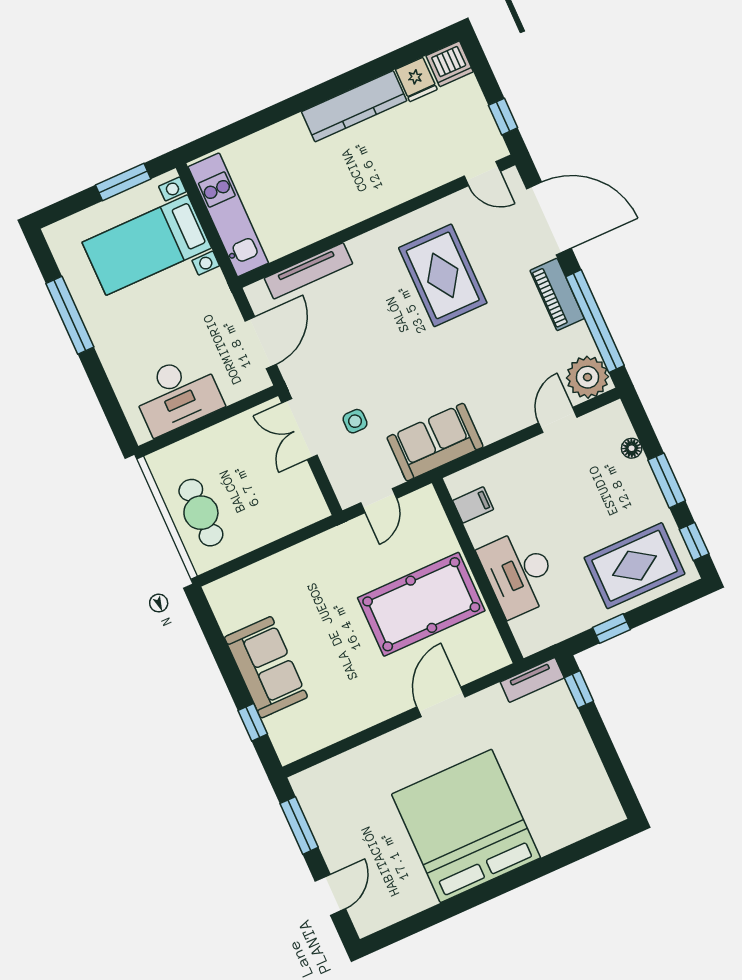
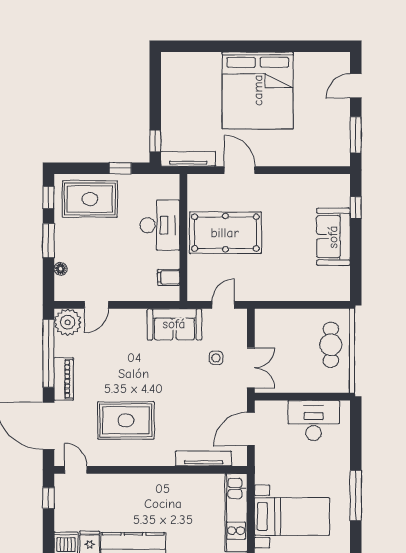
rug: (443, 275) -> (126, 420), turned 90
tv unit: (532, 680) -> (188, 159), width x1.41
door: (441, 702) -> (240, 170), swing flipped

